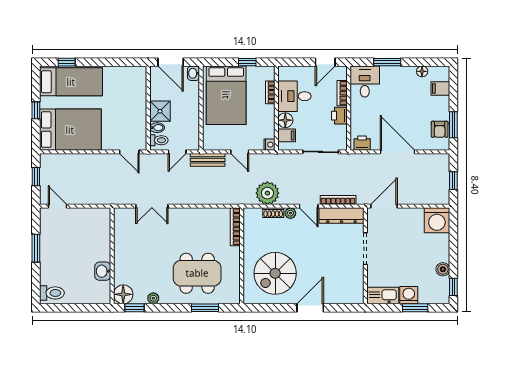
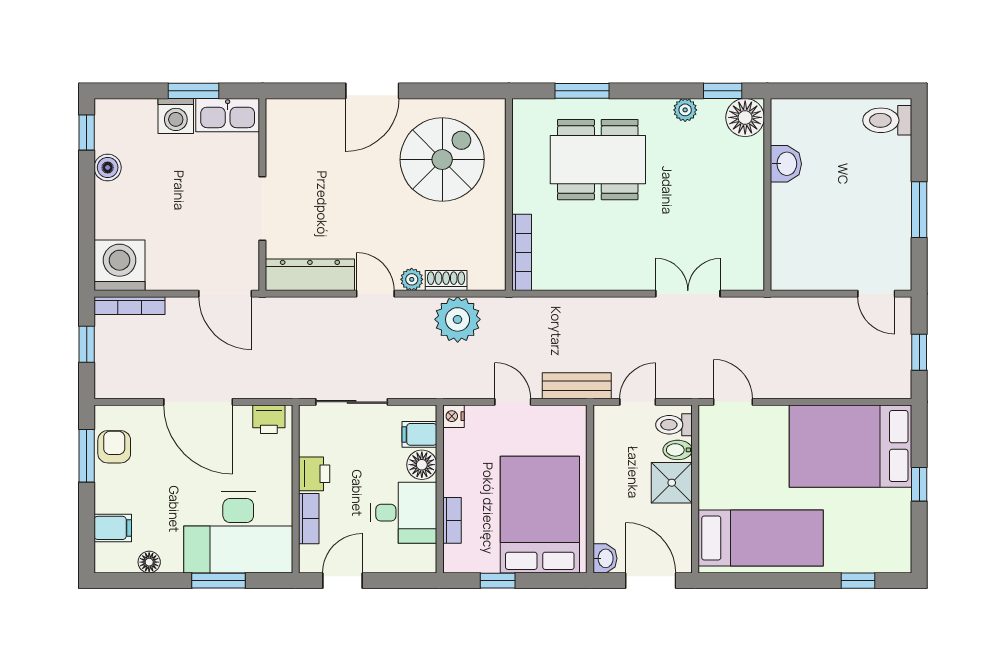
bed: (71, 82) -> (761, 538), moved, turned 180
desk: (365, 82) -> (238, 532), width x1.87, depth x1.30
bookcase: (338, 200) -> (130, 306), moved
door: (384, 206) -> (225, 294), hinge flipped
window: (415, 308) -> (193, 91), moved

